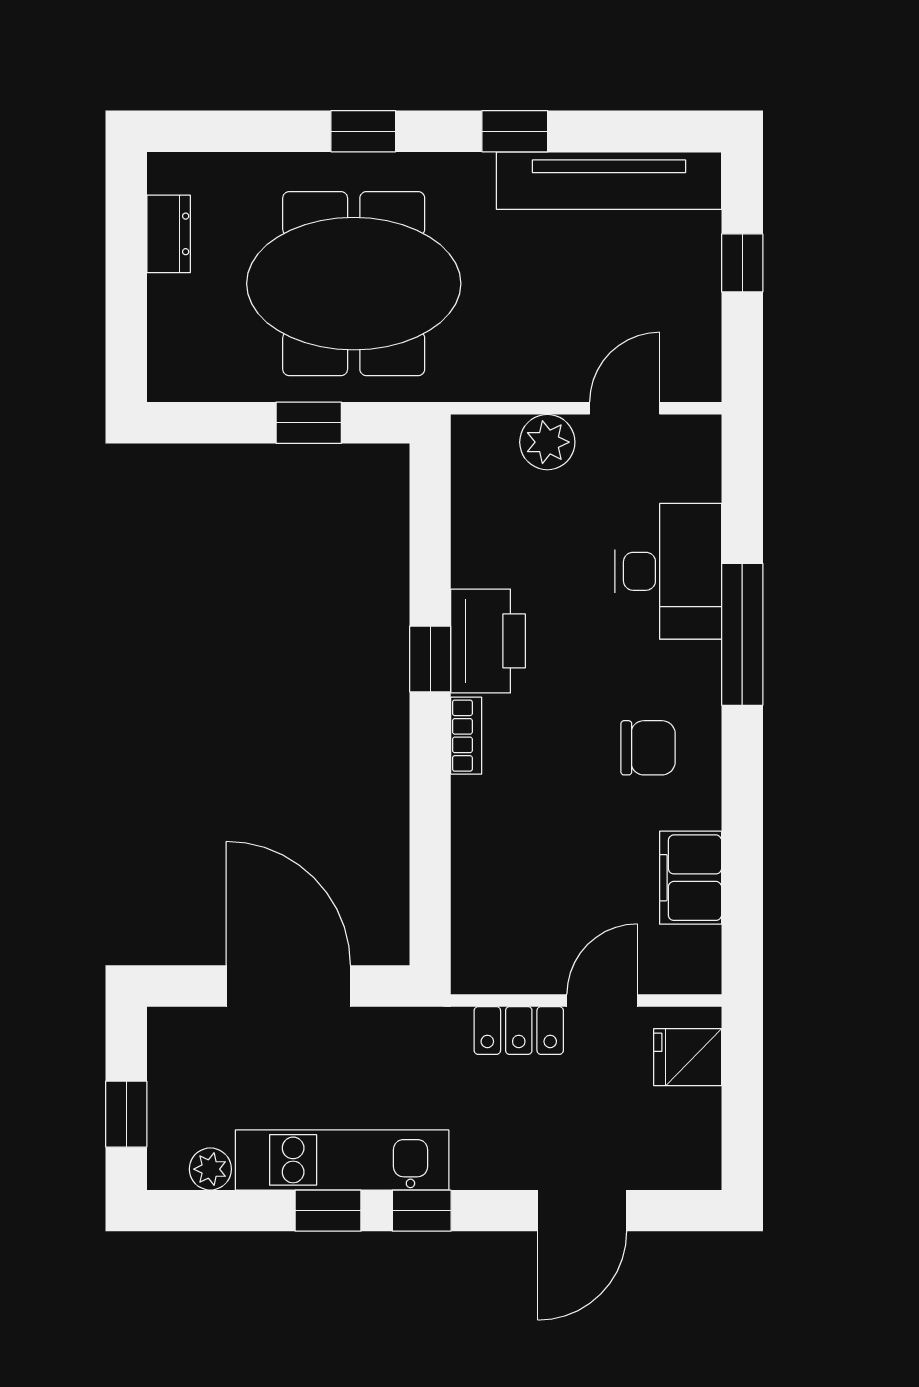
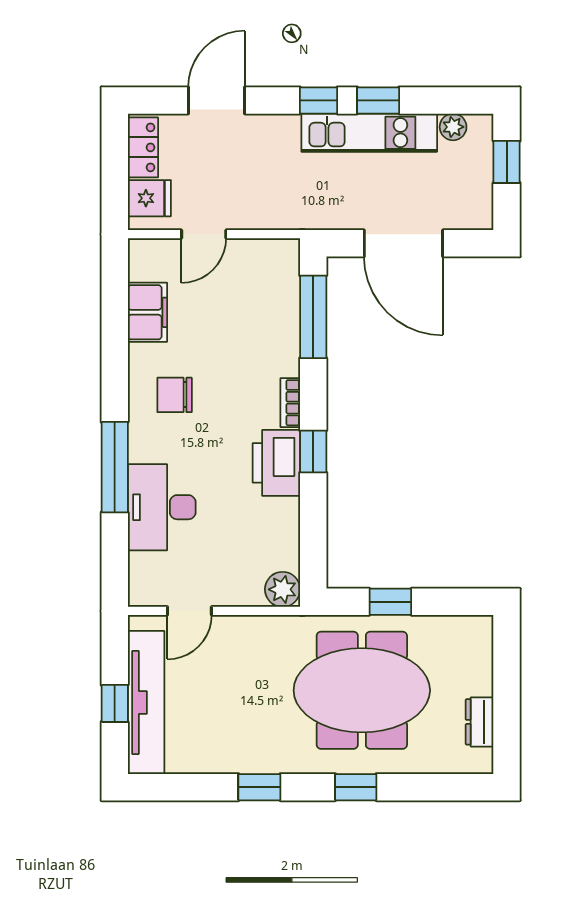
tv unit: (609, 181) -> (146, 702), moved, turned 90
plant: (547, 442) -> (283, 589), moved
window: (430, 871) -> (313, 317), added
locker: (519, 1030) -> (143, 147), moved, turned 90

